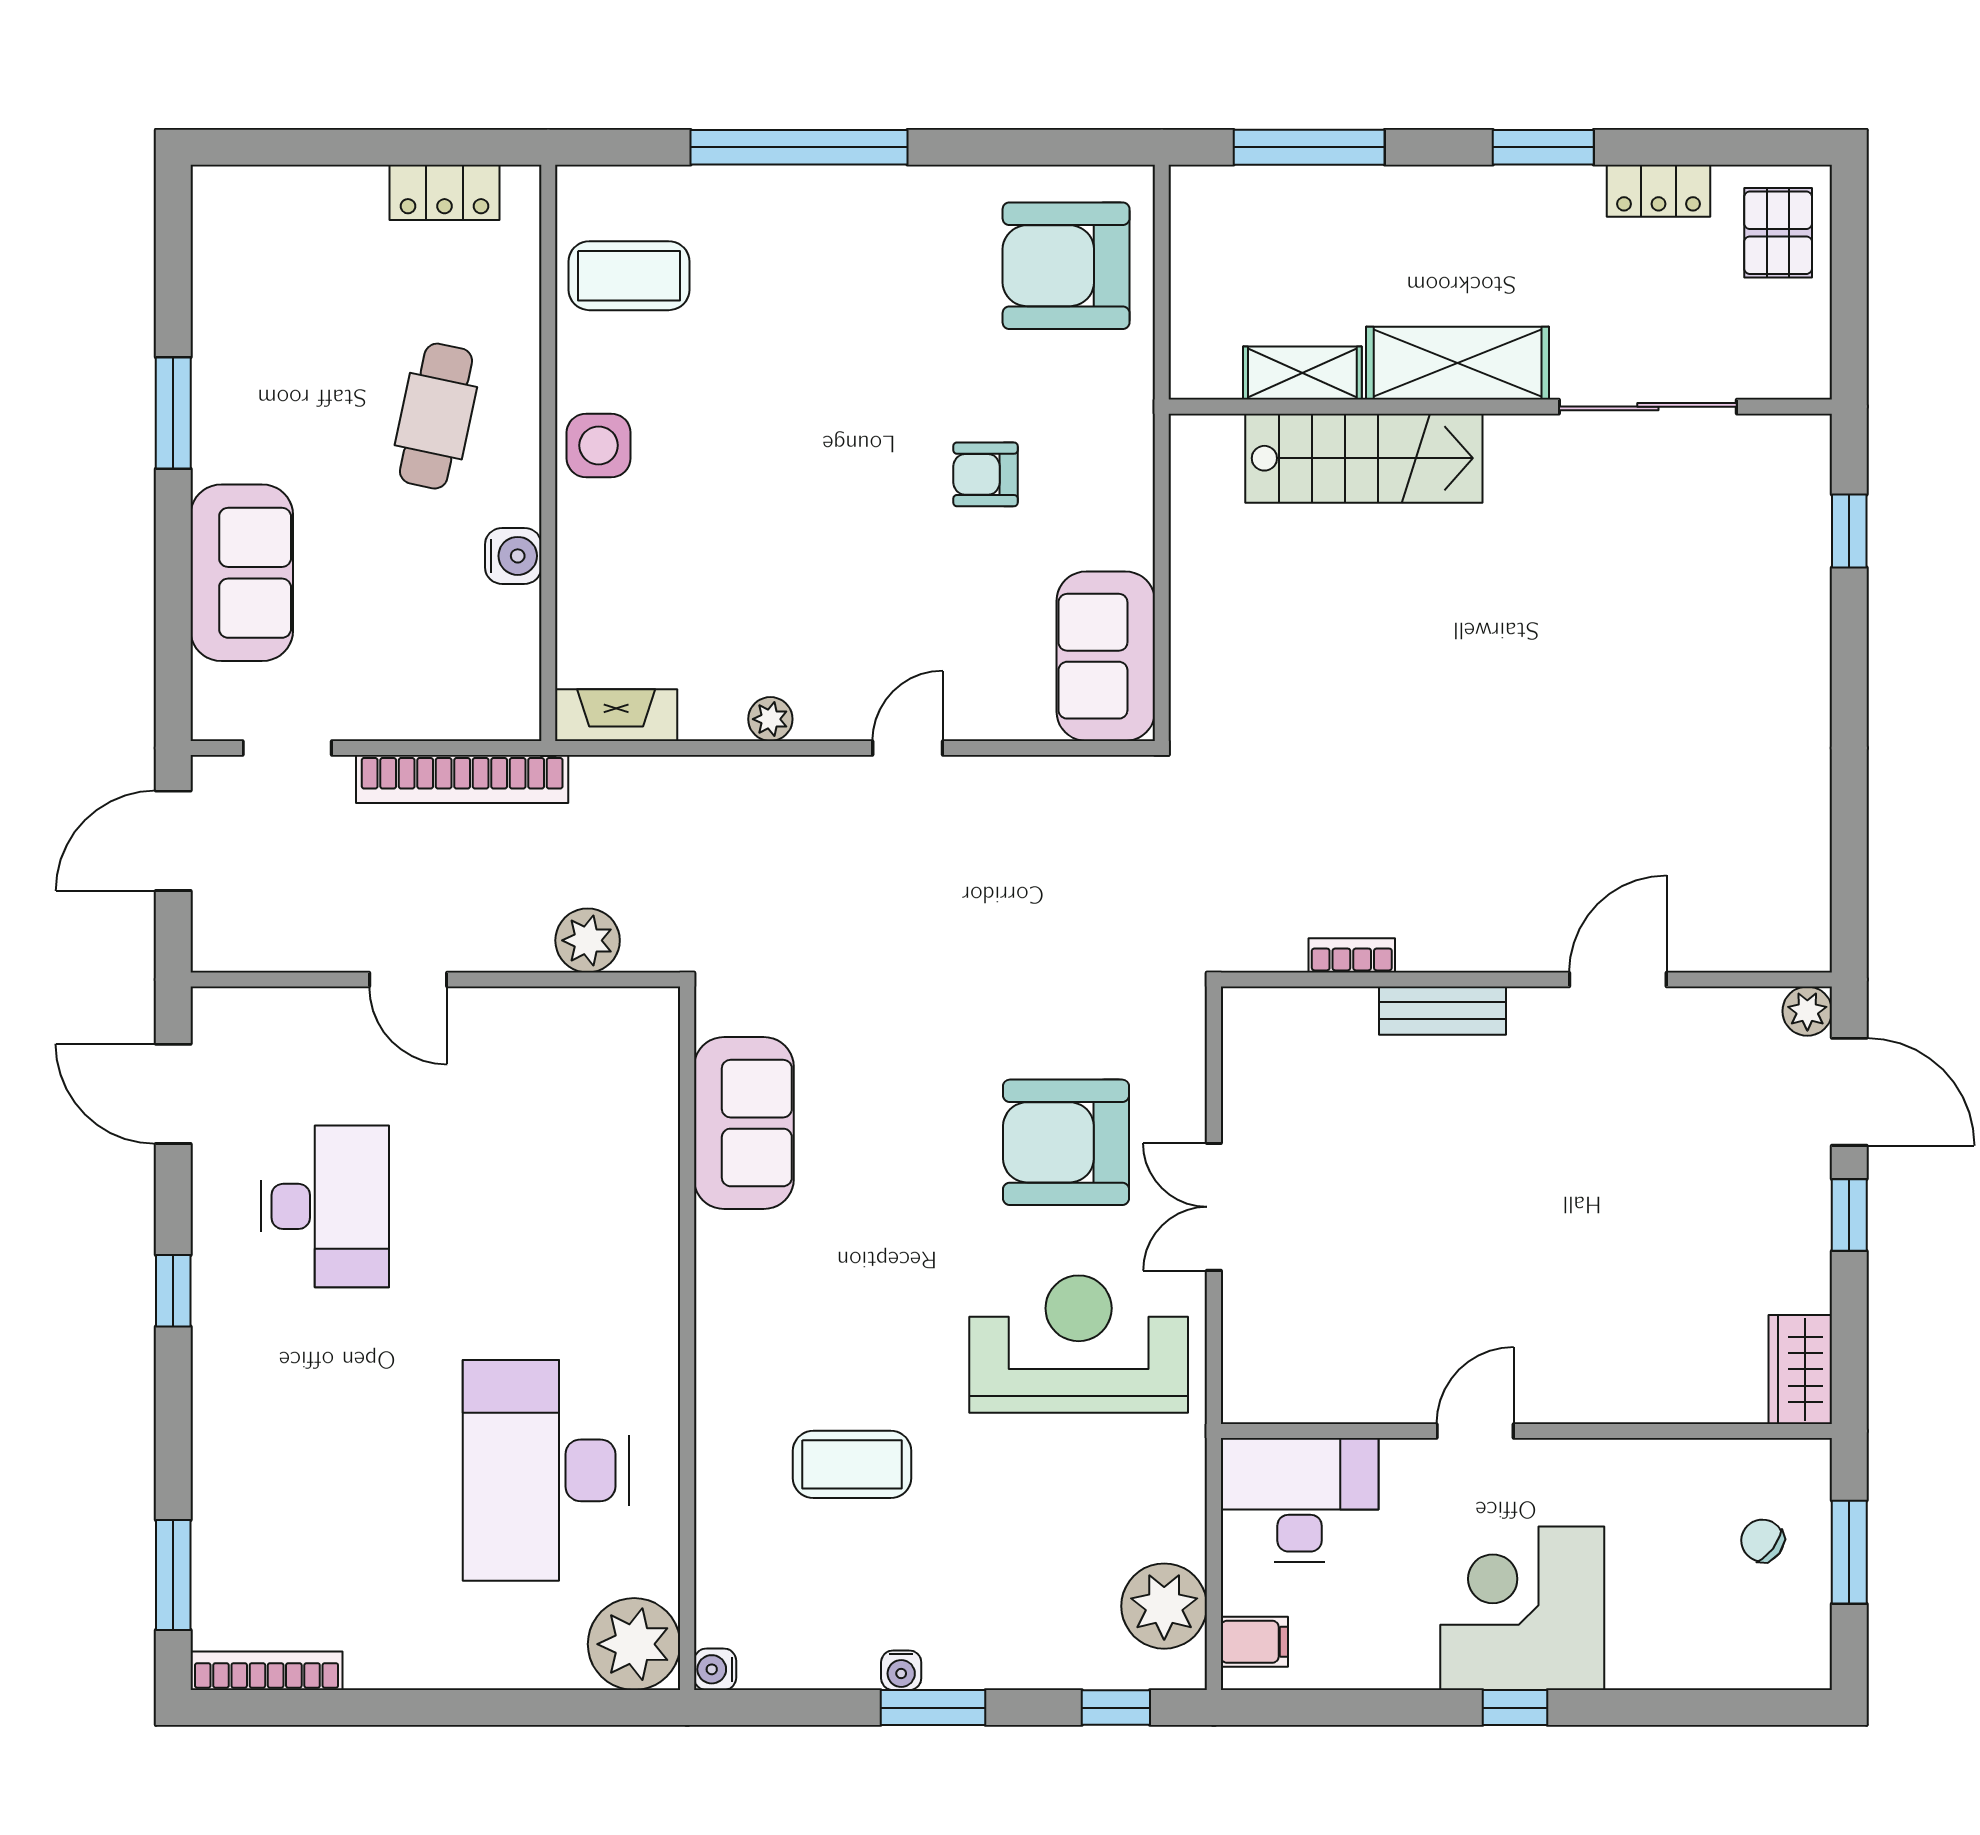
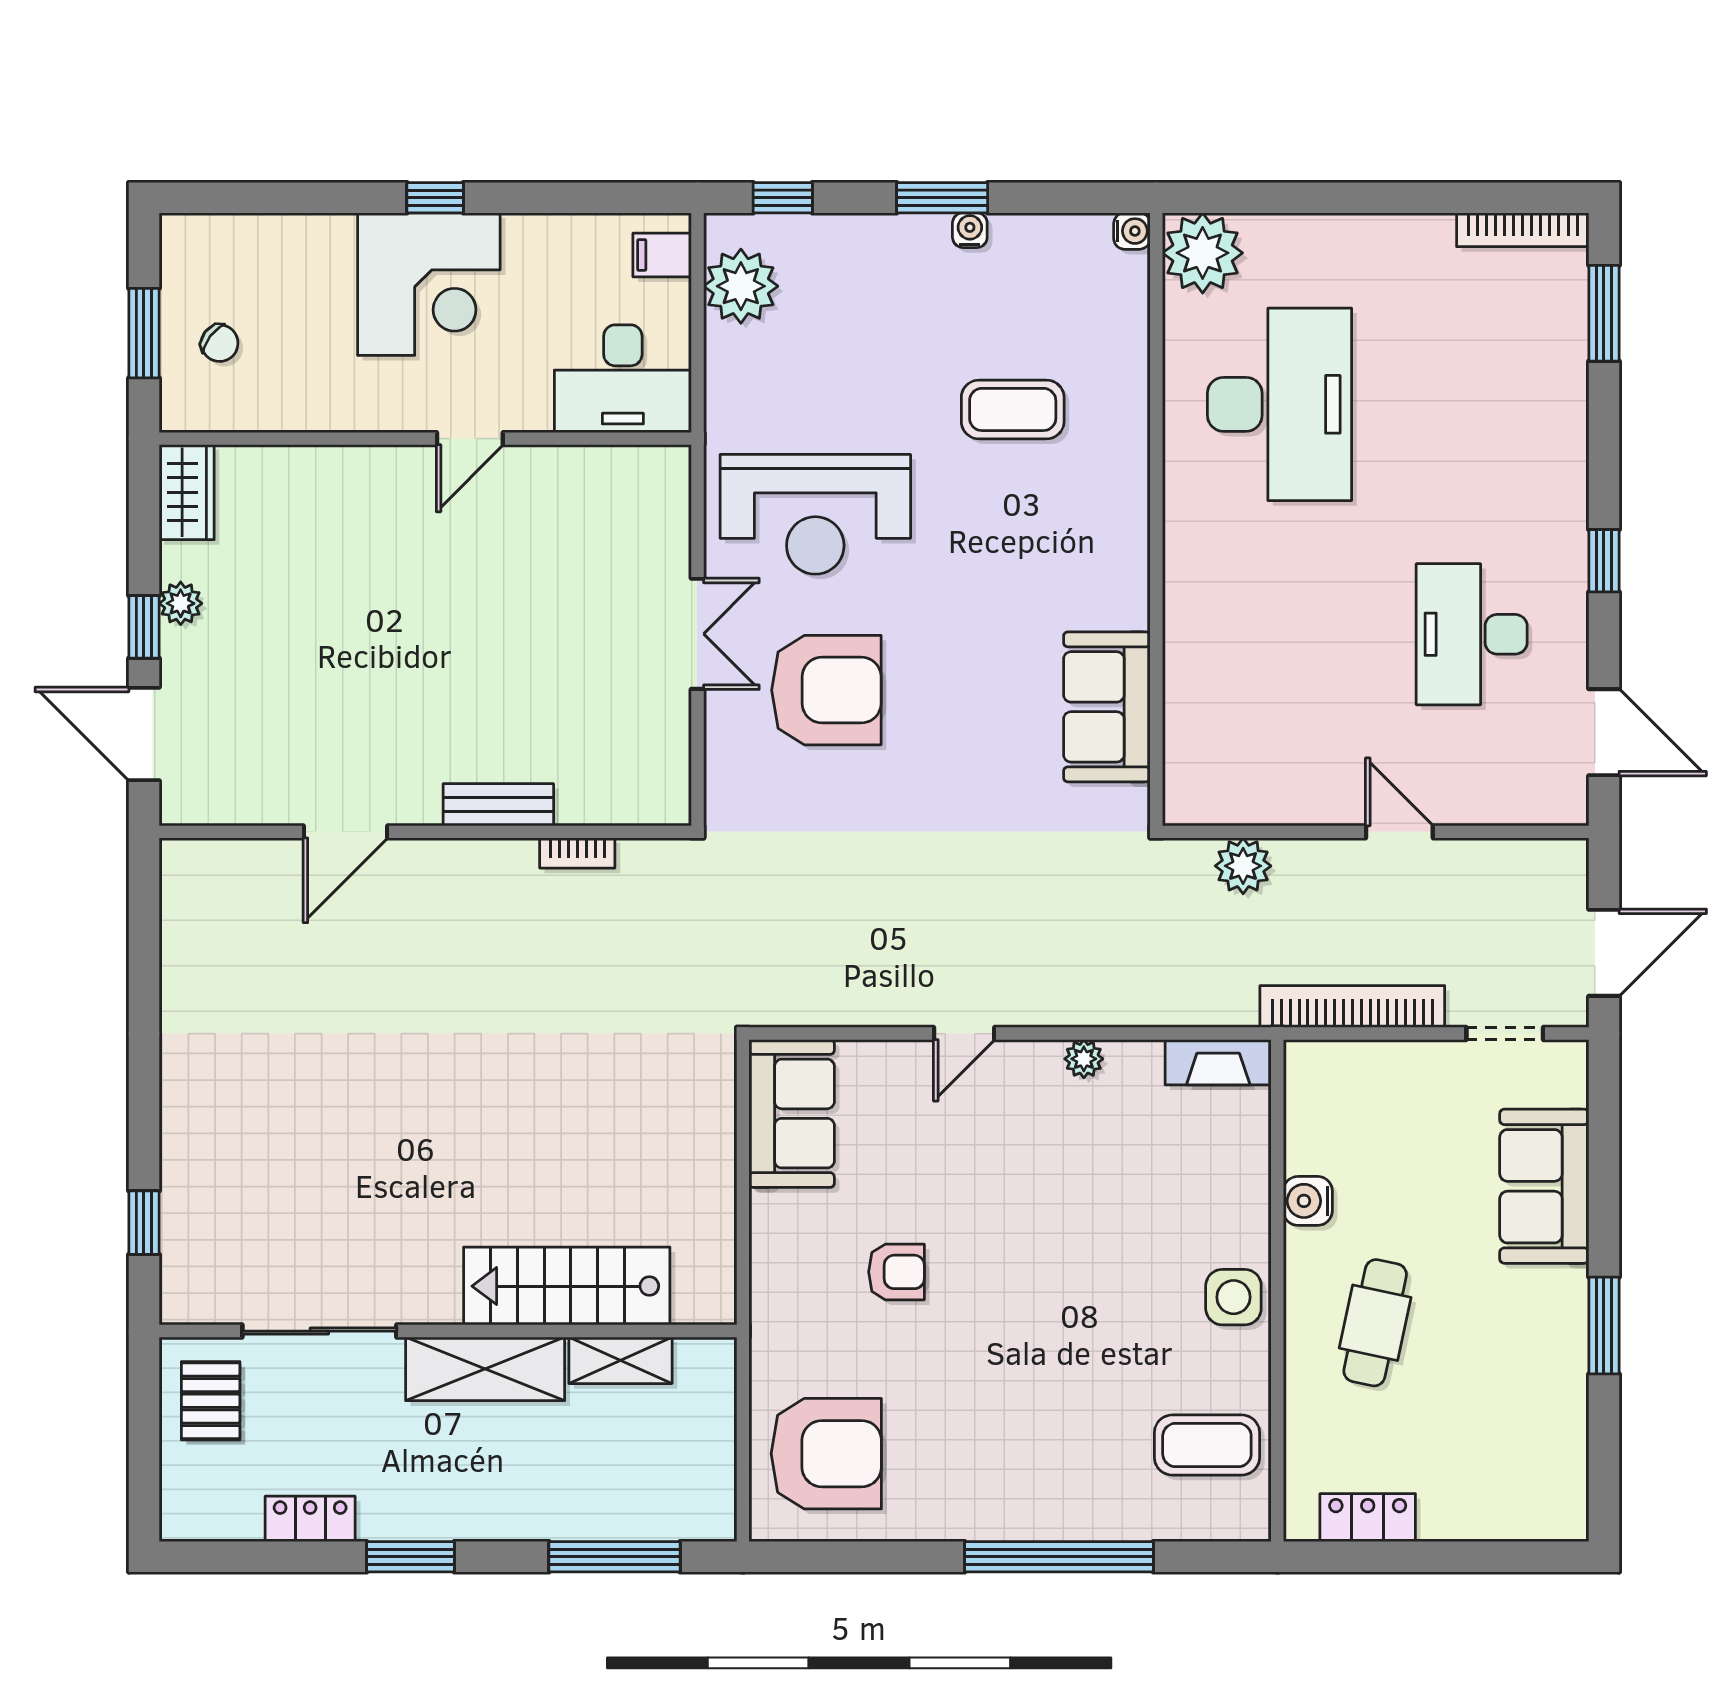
pallet: (1778, 233) -> (211, 1401), moved
plant: (1807, 1011) -> (181, 603), moved

